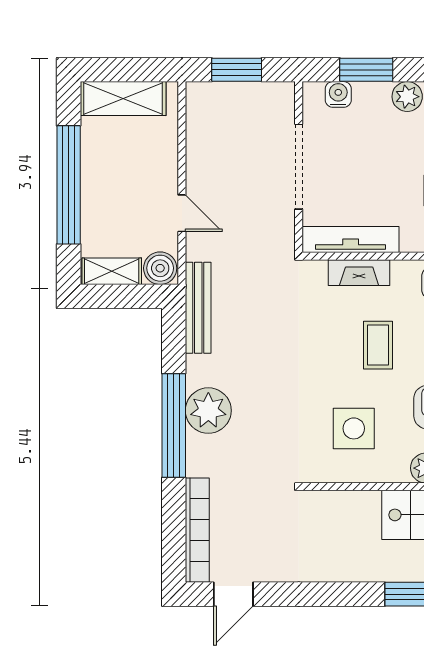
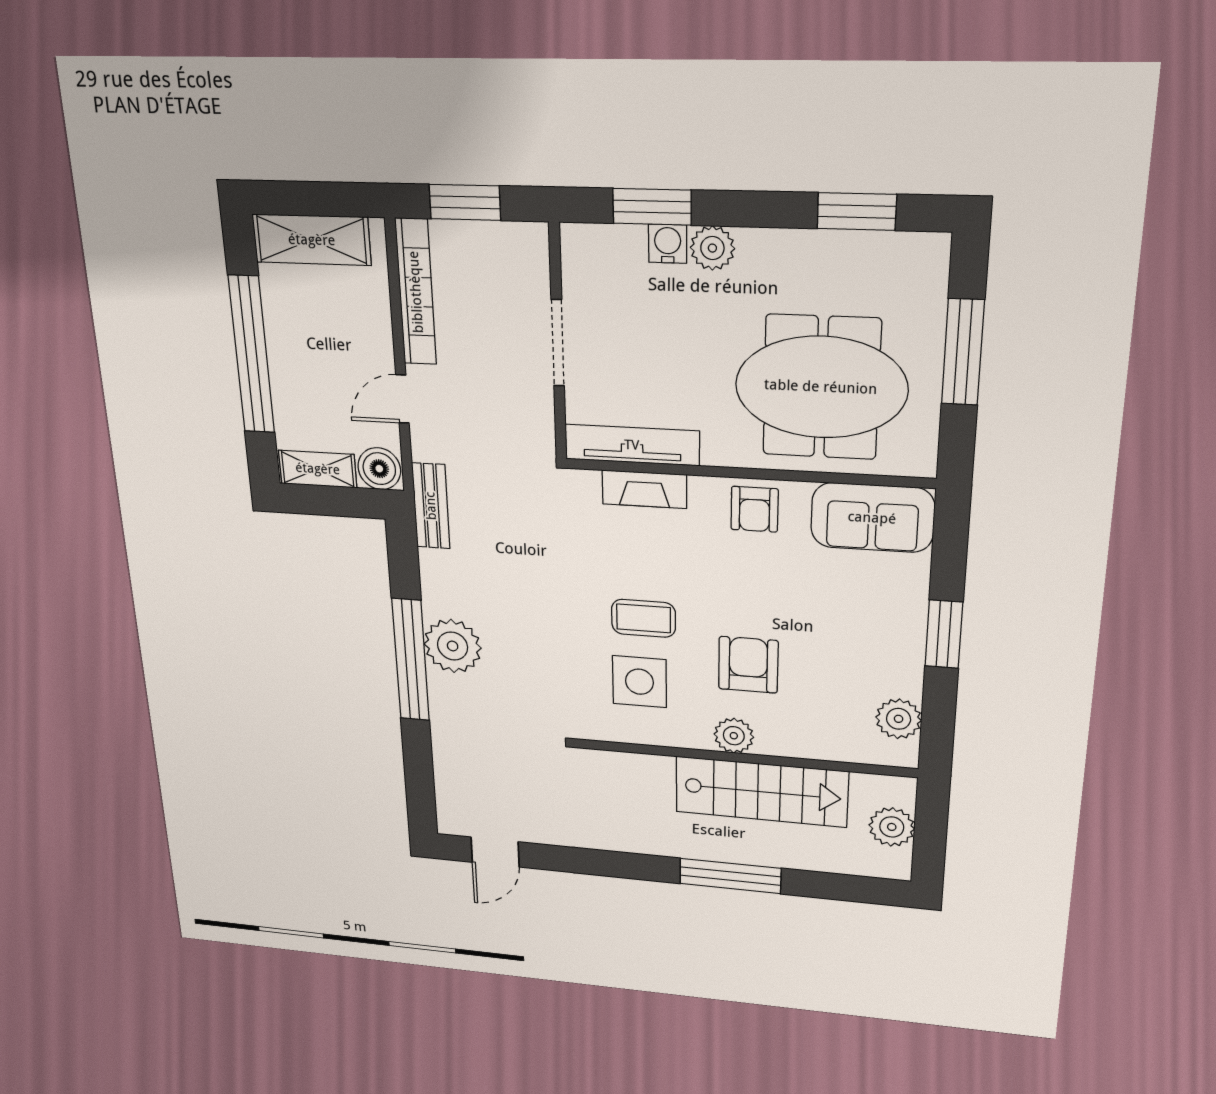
water cooler: (338, 94) -> (668, 244), moved
doorway: (299, 167) -> (558, 343), width x0.73
door: (182, 213) -> (402, 399), swing flipped
bench: (198, 308) -> (431, 506), width x0.73
coffee table: (378, 345) -> (643, 618), moved, turned 90
bookcase: (197, 530) -> (416, 292), moved

